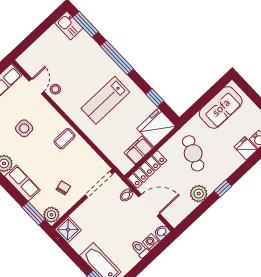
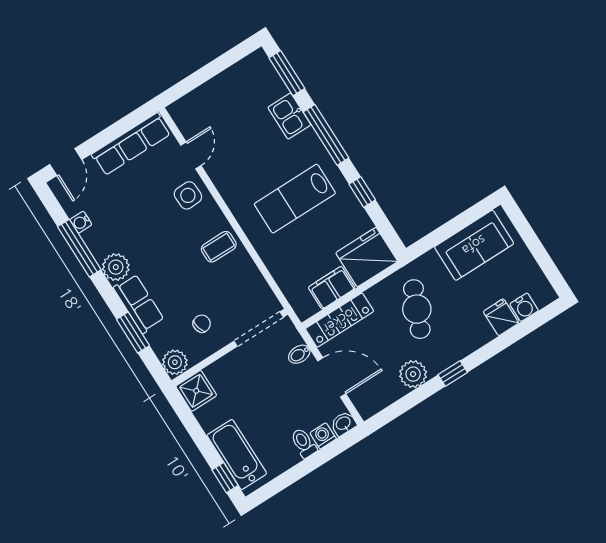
kitchen sink: (69, 26) -> (289, 116), moved
stool: (55, 89) -> (219, 166), removed
window: (155, 98) -> (362, 192), moved
side table: (24, 128) -> (188, 195), moved
window: (33, 213) -> (133, 332), moved

